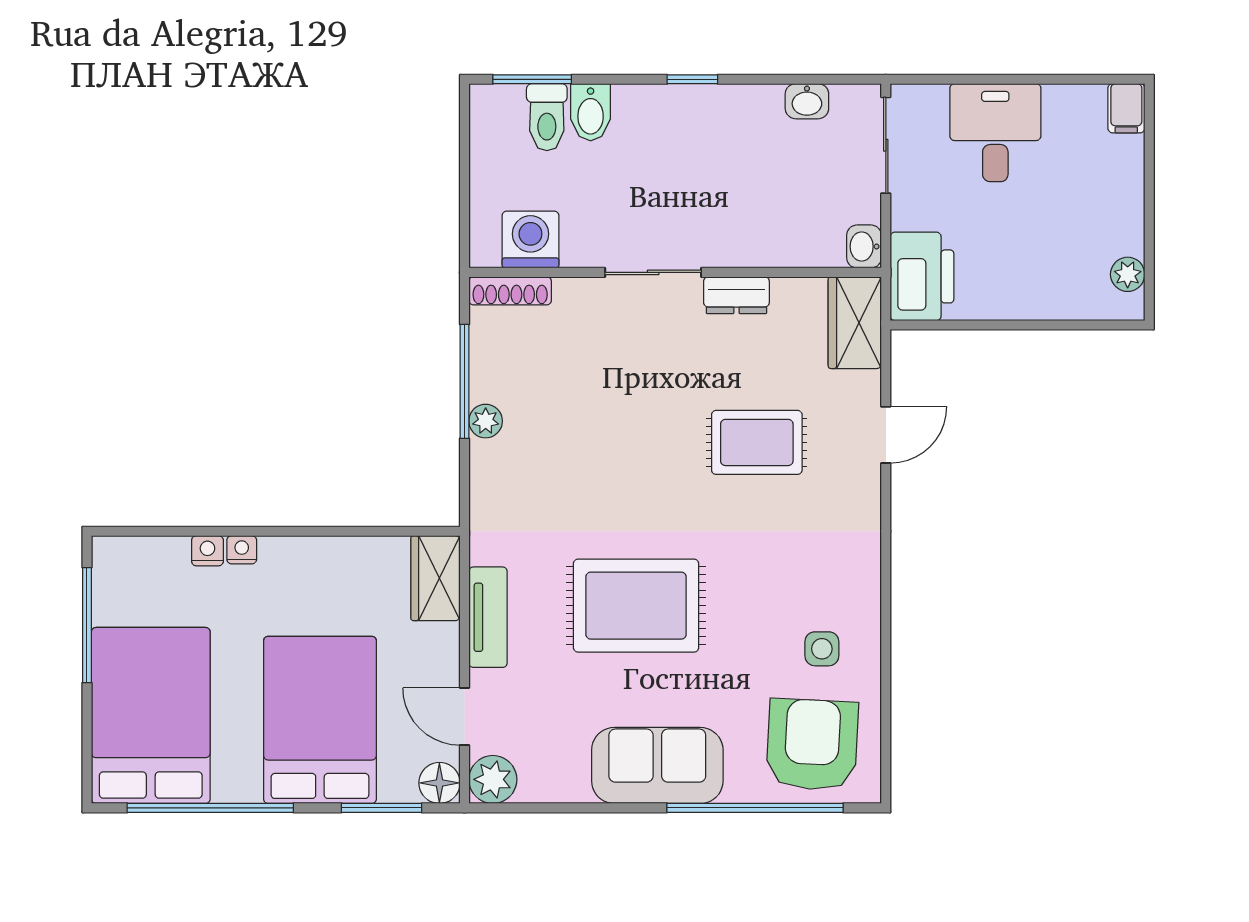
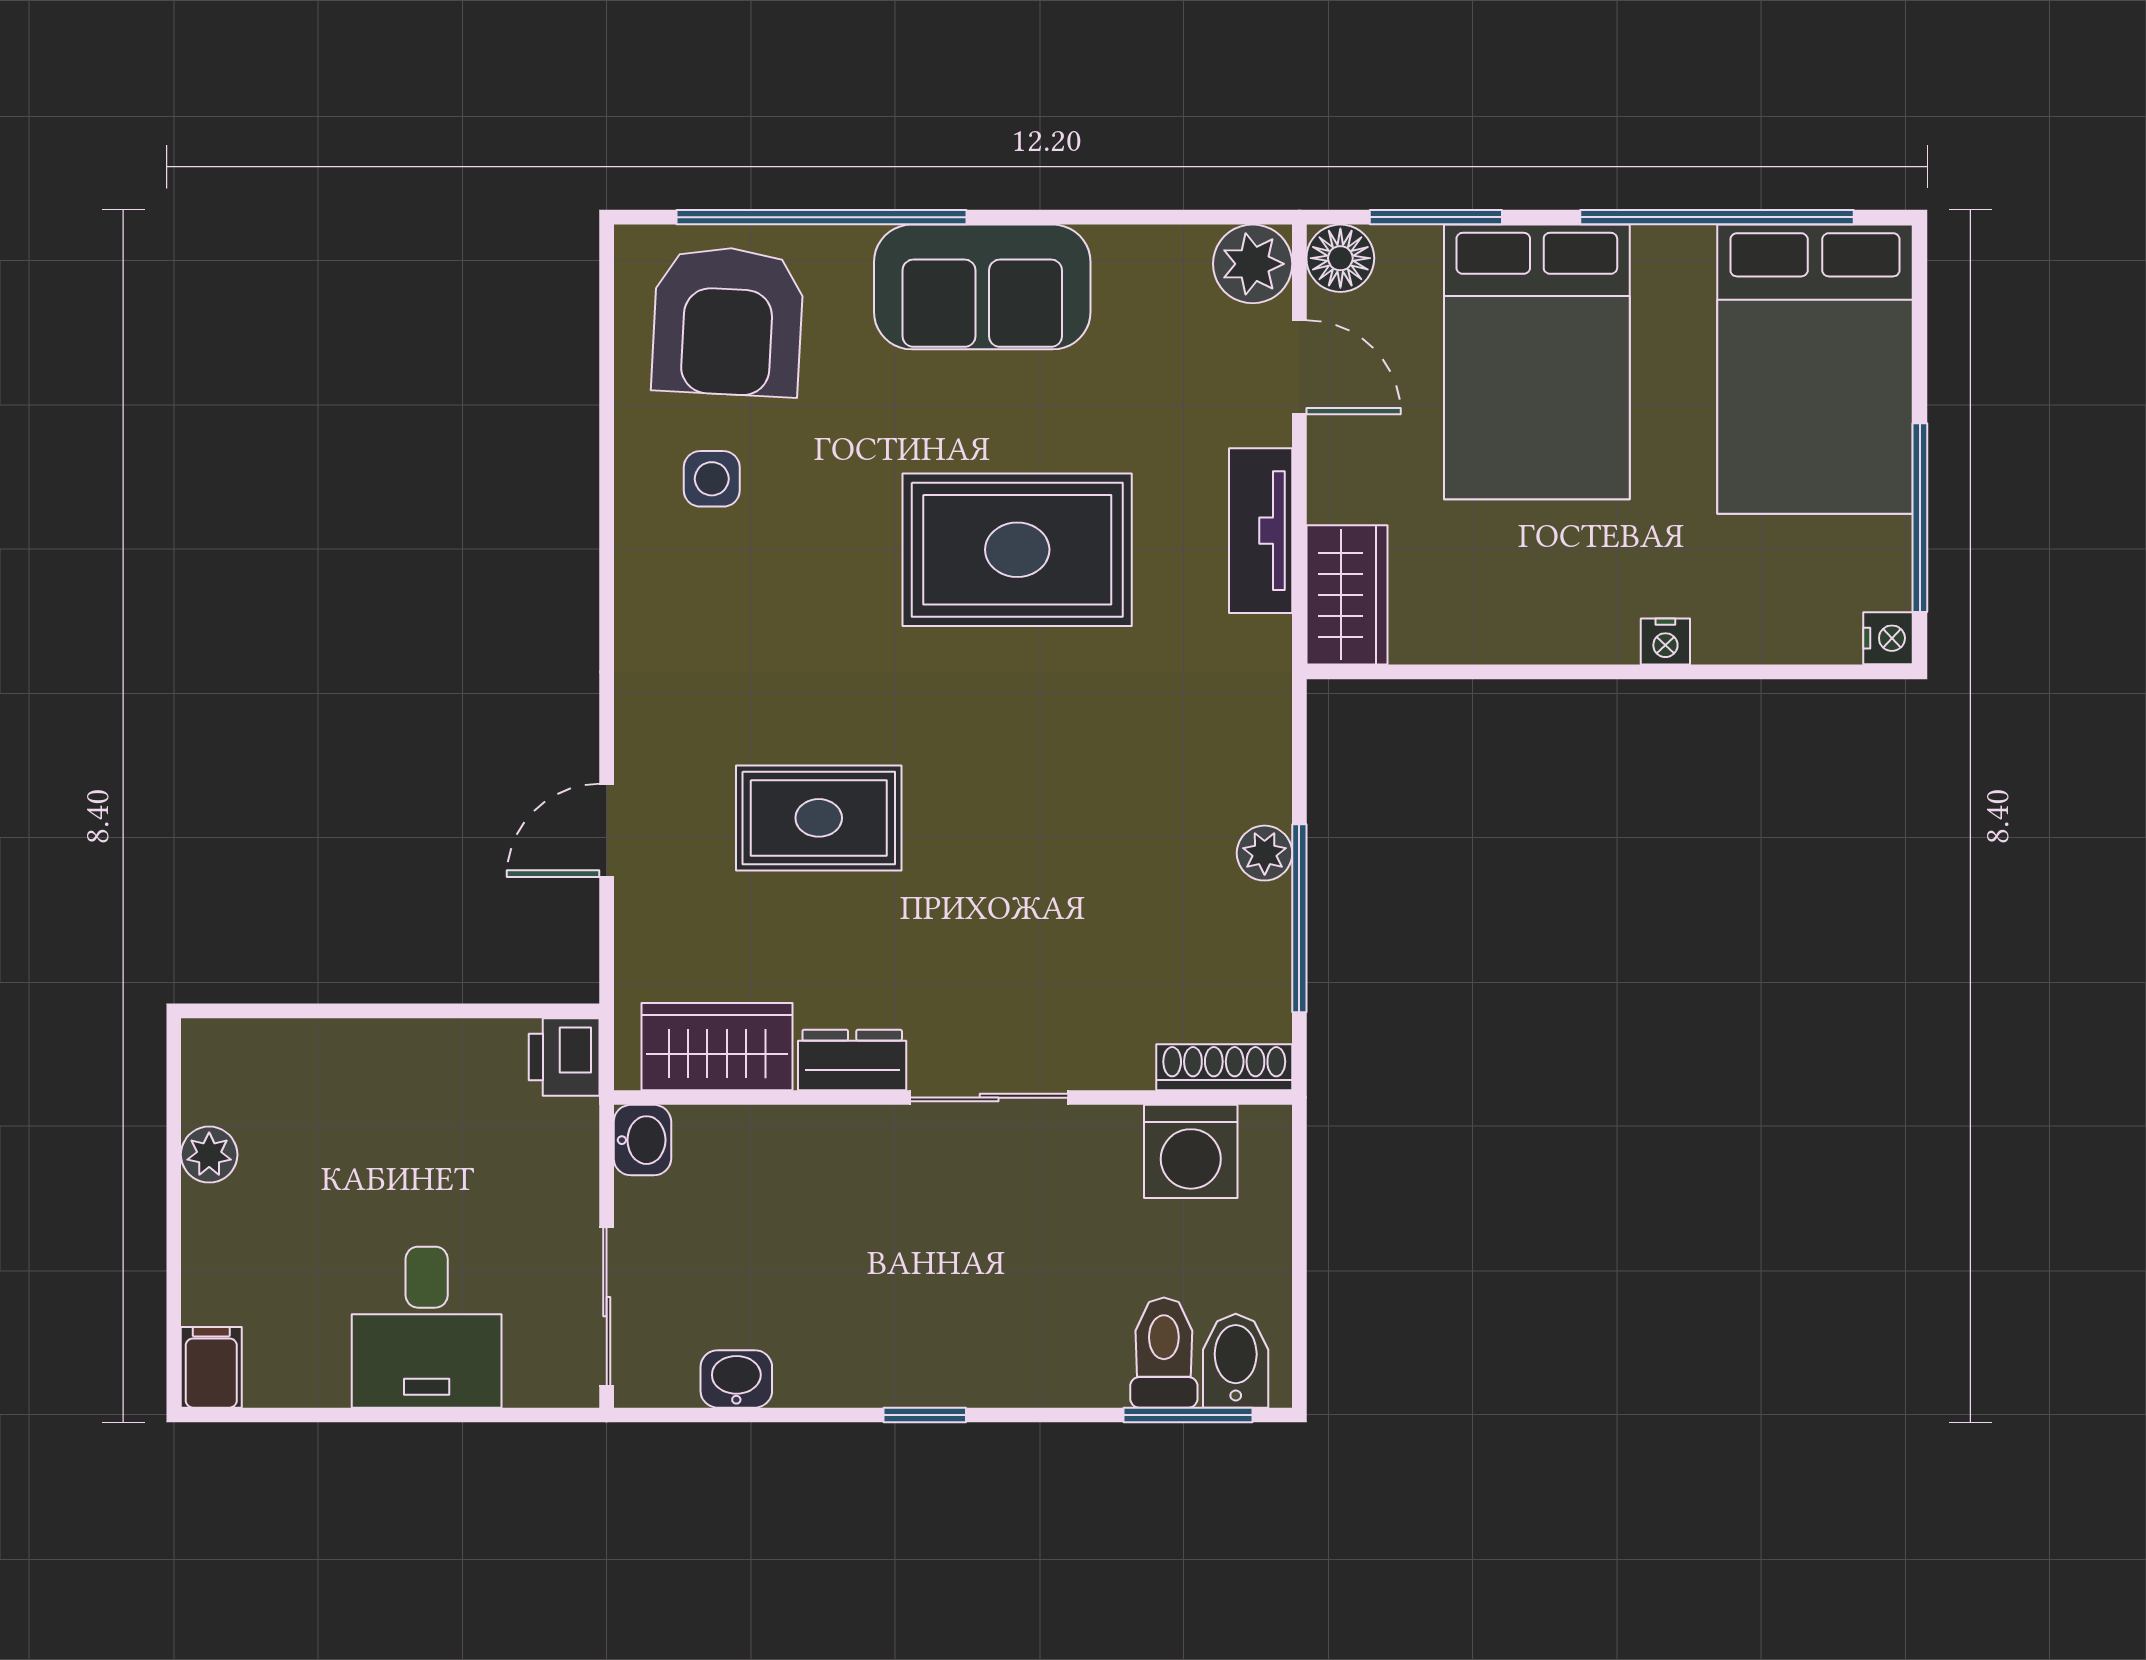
bidet: (591, 112) -> (1236, 1361), moved
plant: (1128, 274) -> (209, 1155), moved
printer: (922, 276) -> (564, 1057), width x0.53, depth x0.68
wardrobe: (855, 323) -> (717, 1047), moved, turned -90
nightstand: (207, 551) -> (1888, 638), moved, turned -90

